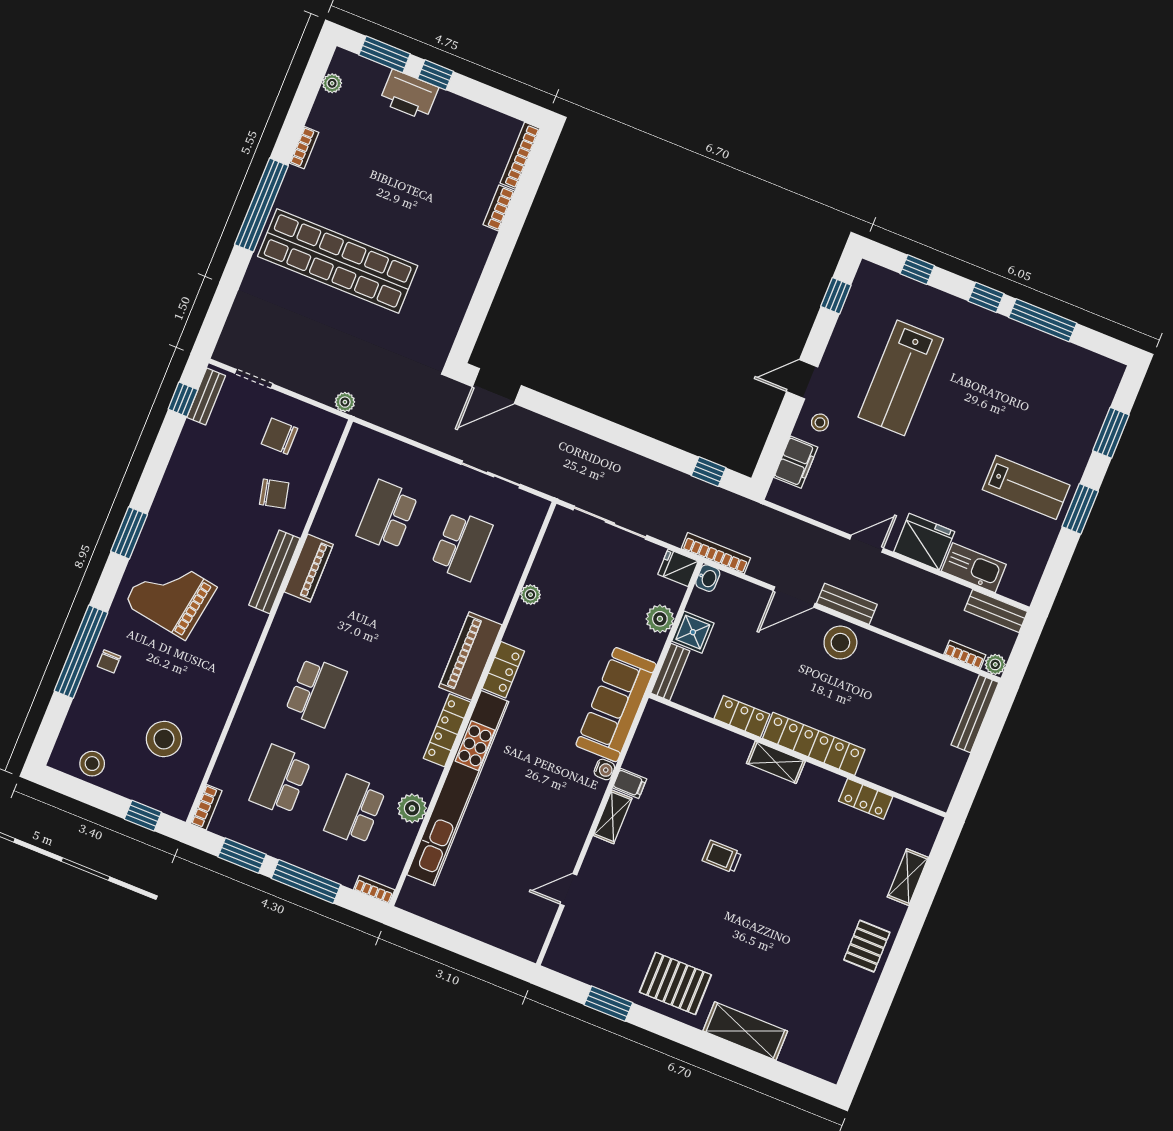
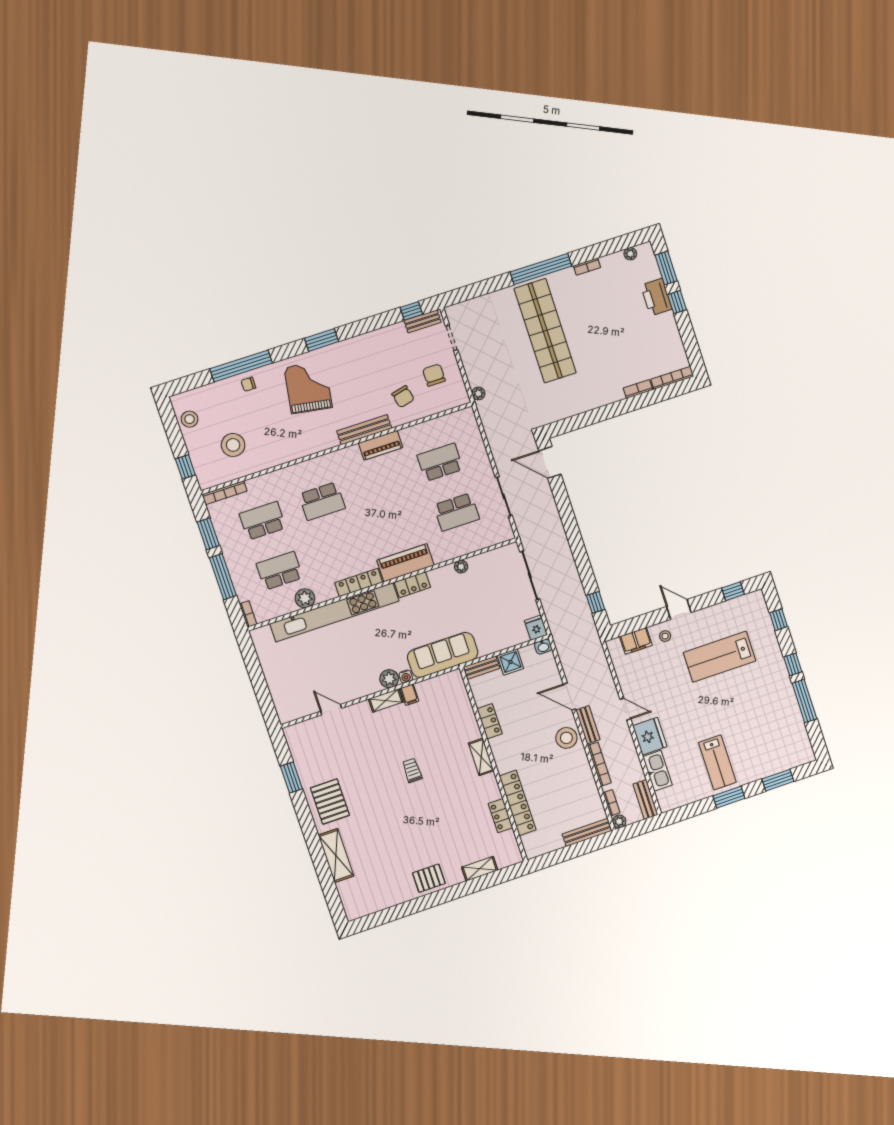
bookcase: (716, 553) -> (599, 764), moved
plant: (660, 619) -> (389, 679), moved
locker: (814, 744) -> (518, 803), moved
bookcase: (206, 807) -> (225, 493), width x1.56

